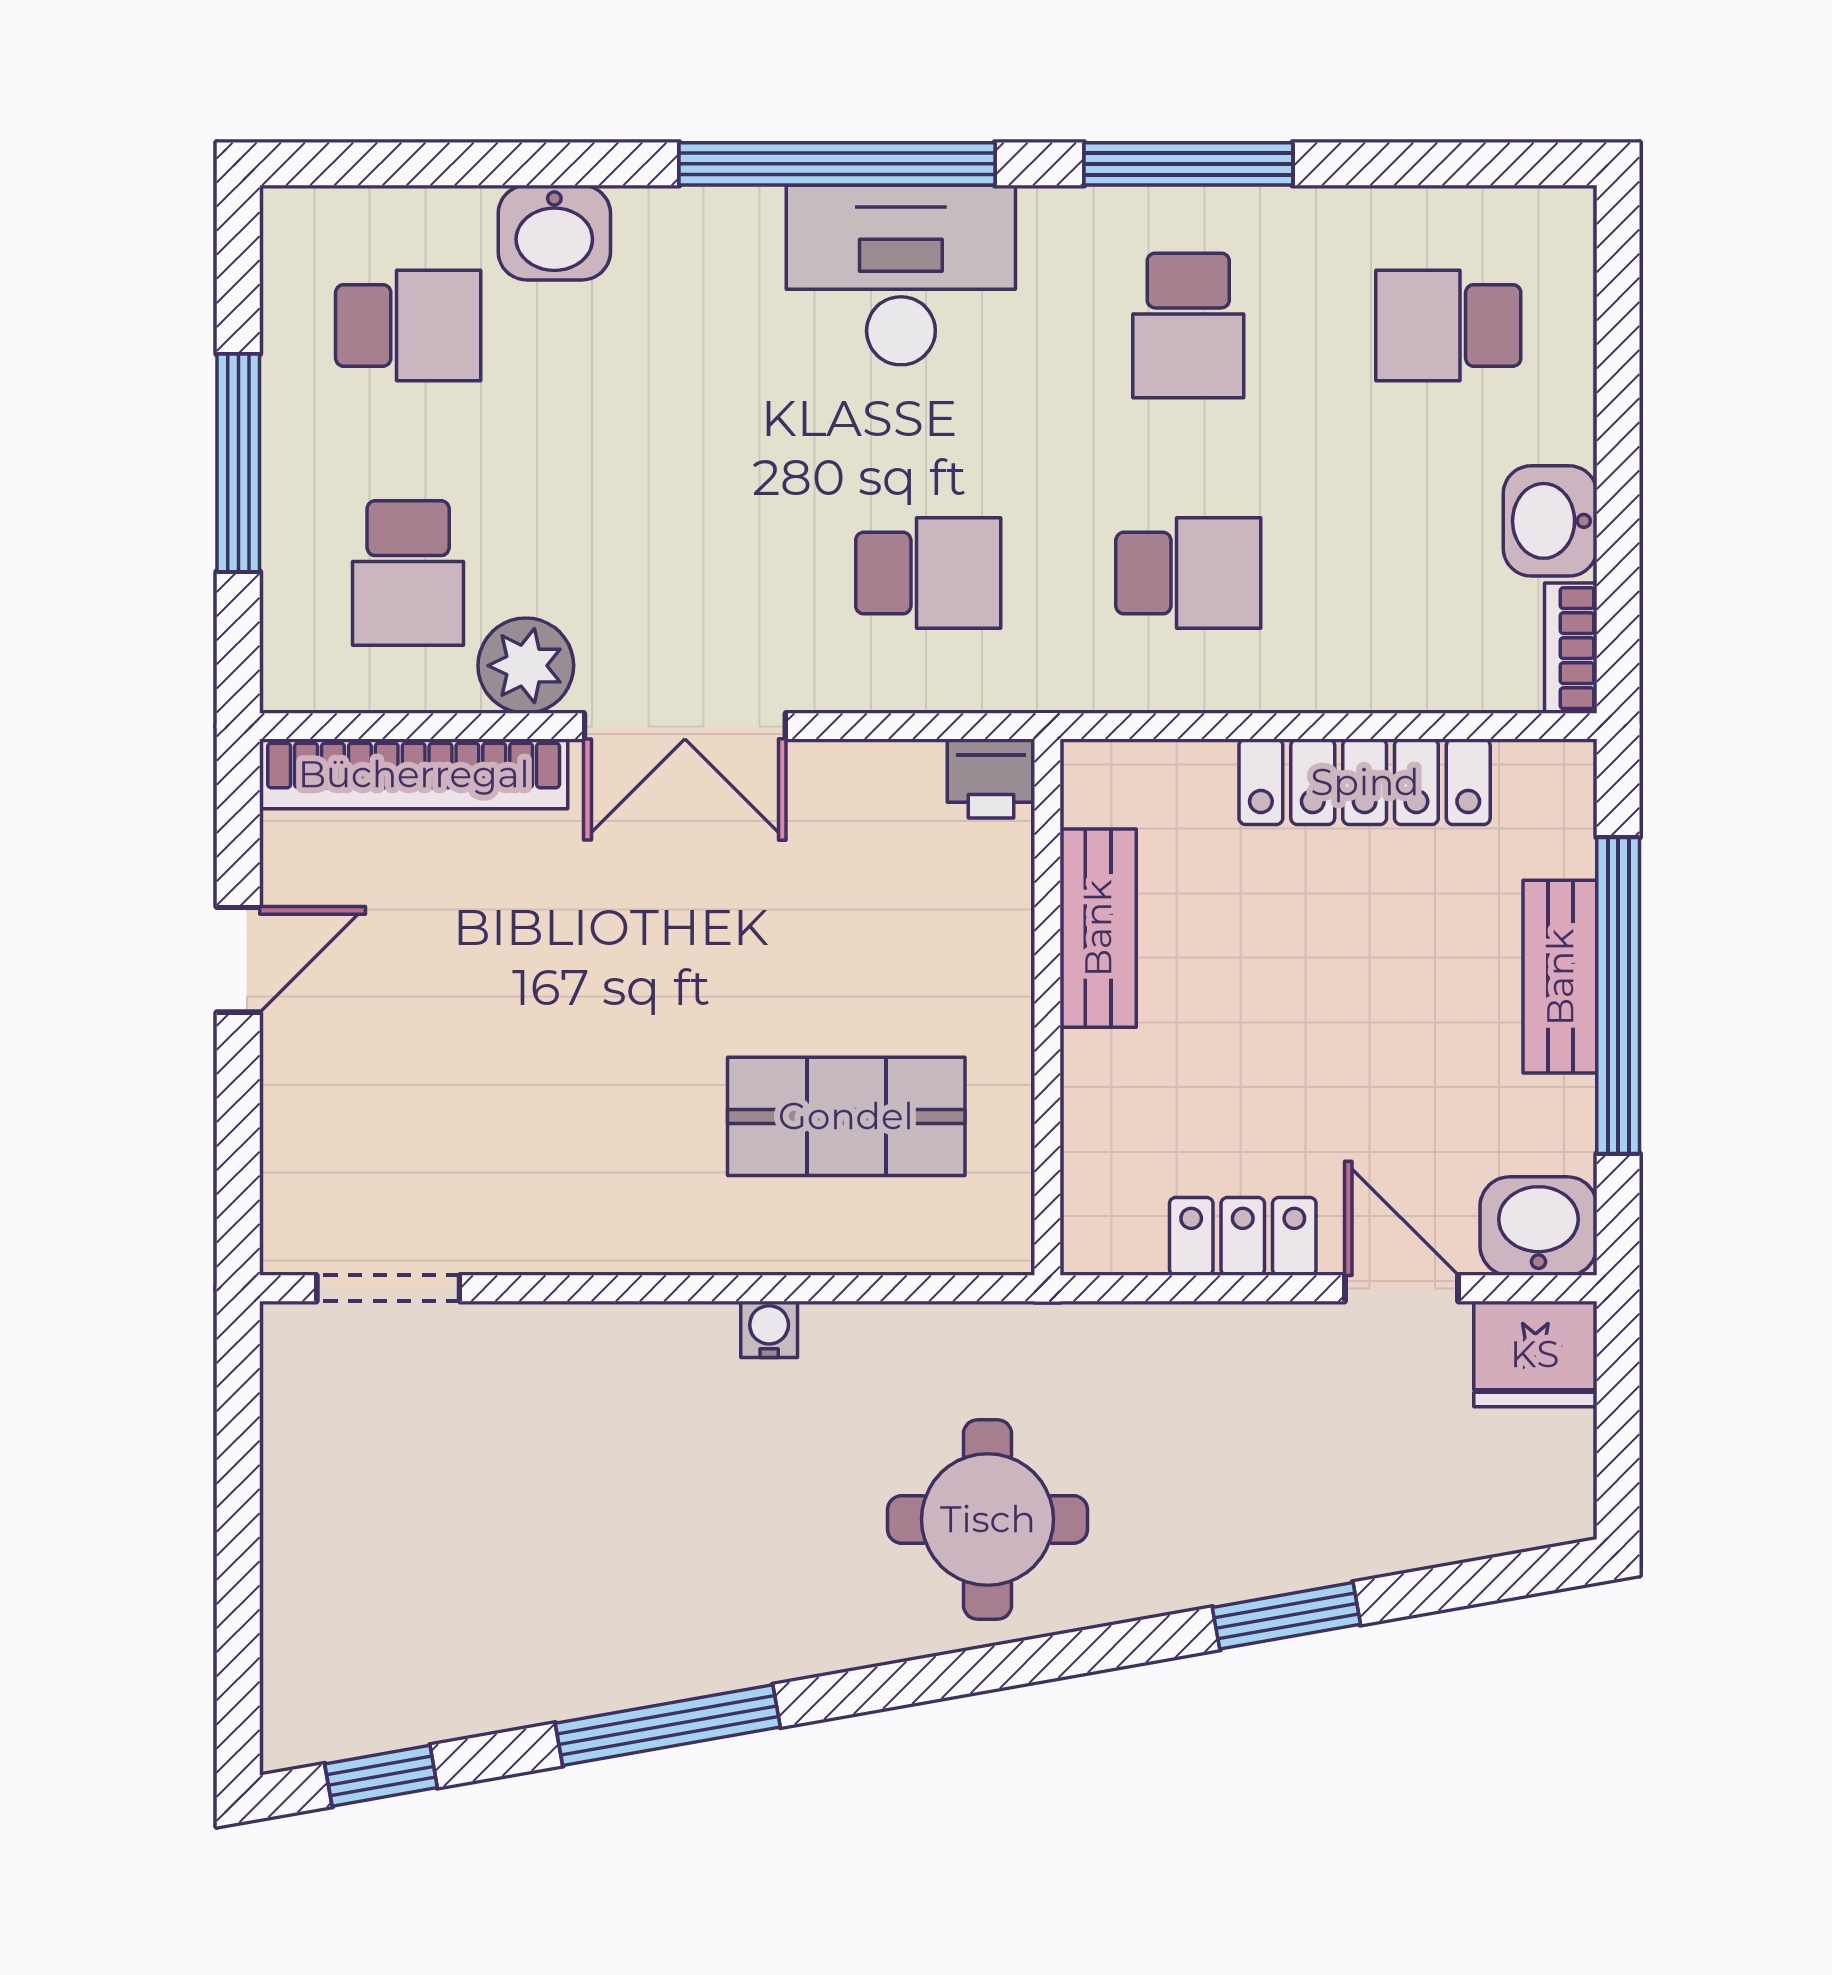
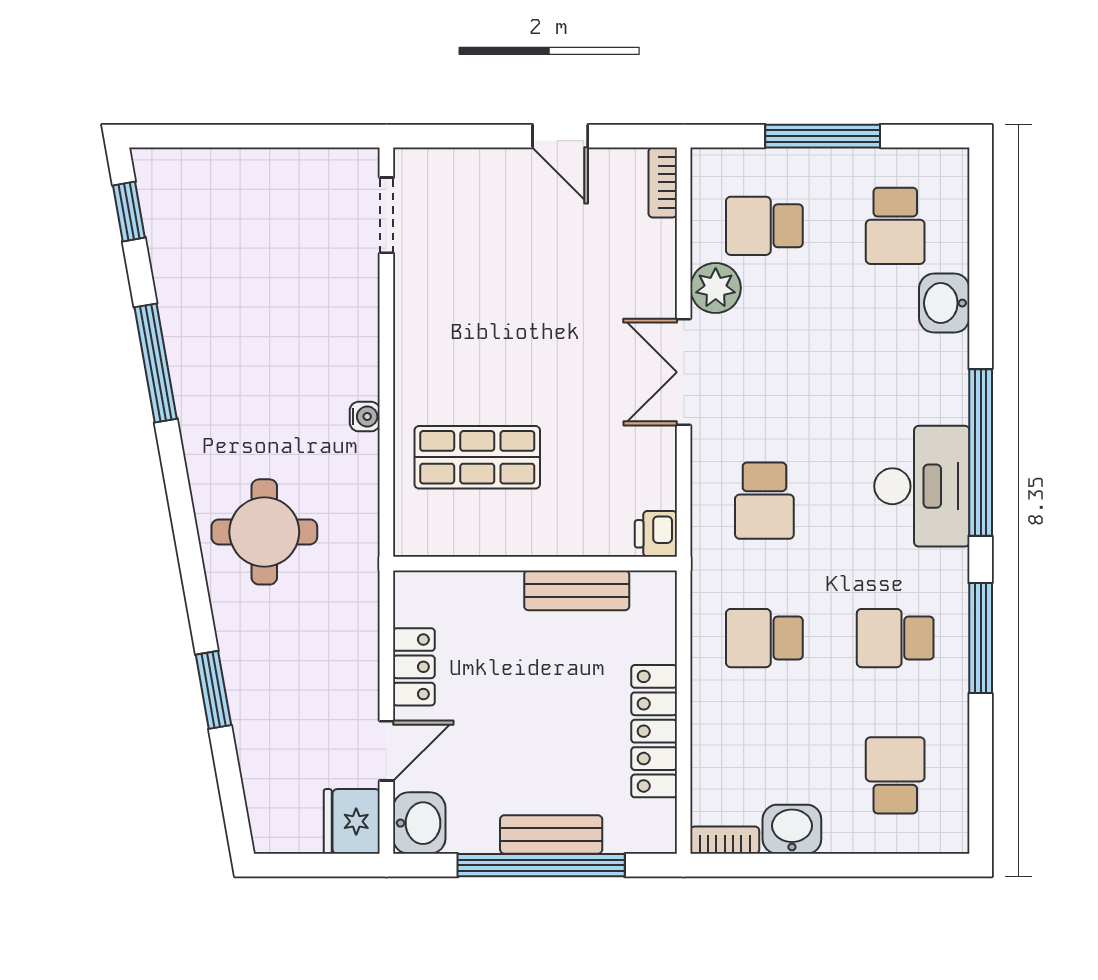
school desk: (1188, 573) -> (764, 638), turned 90
bookcase: (414, 774) -> (663, 182), width x0.43, depth x0.76
shop shelf: (846, 1116) -> (477, 457), turned 90

